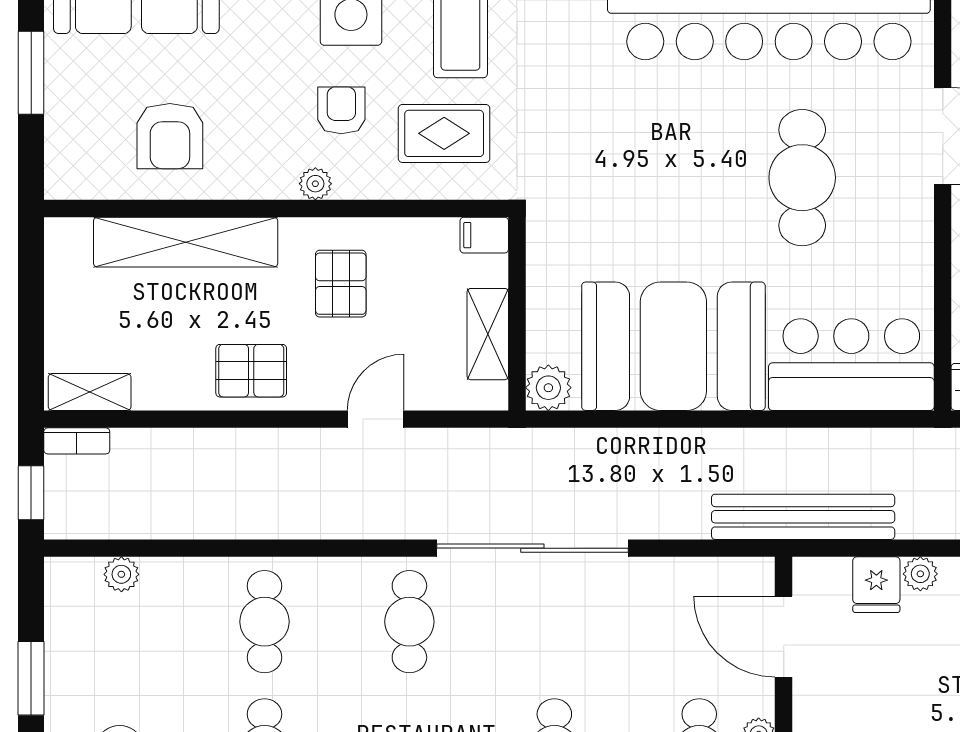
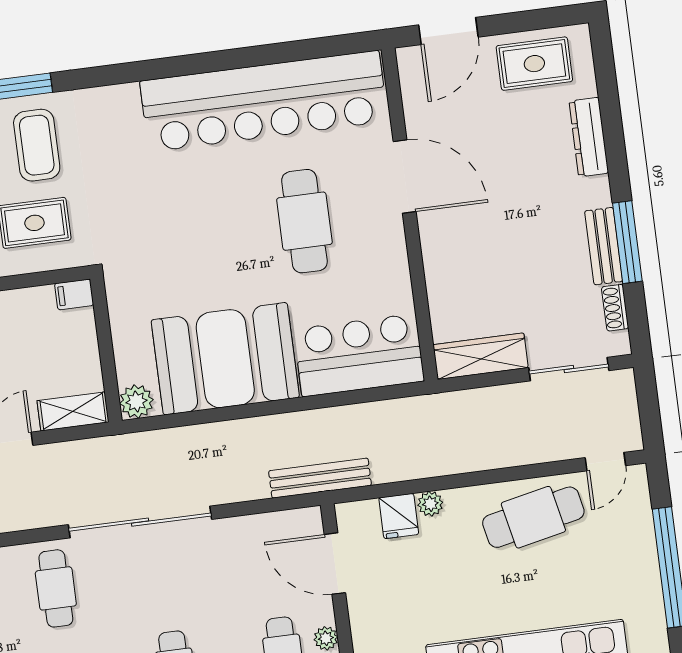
shelving: (488, 334) -> (73, 411), moved, turned 90
bench: (803, 517) -> (320, 478), width x0.73, depth x0.82

